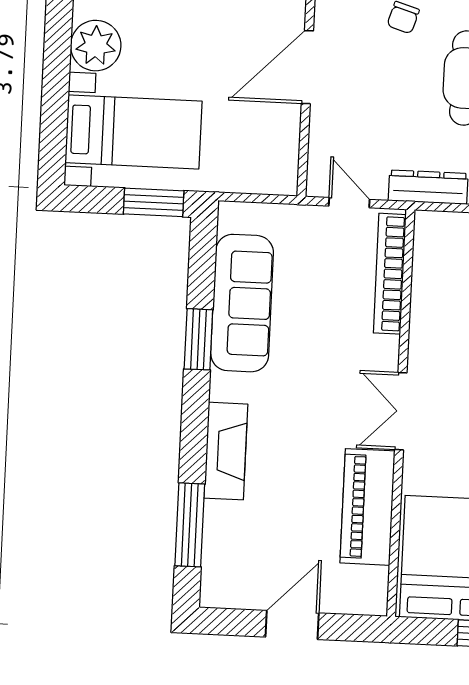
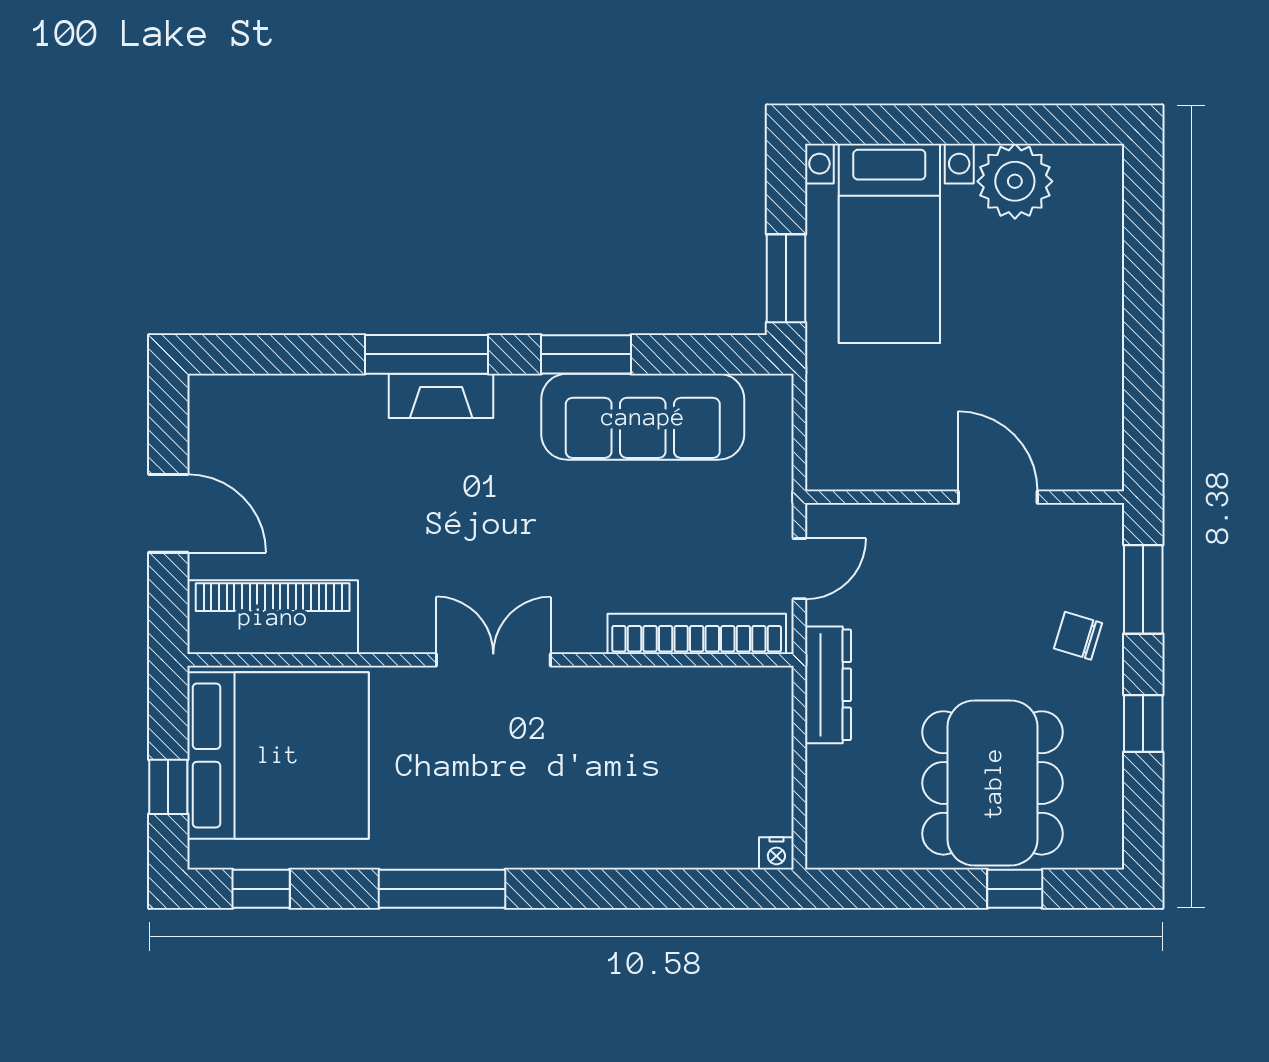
door: (307, 67) -> (998, 497), width x0.73
fireplace: (226, 451) -> (441, 396), width x0.73, depth x0.76
piano: (367, 507) -> (273, 617), moved
window: (190, 525) -> (426, 354), moved

